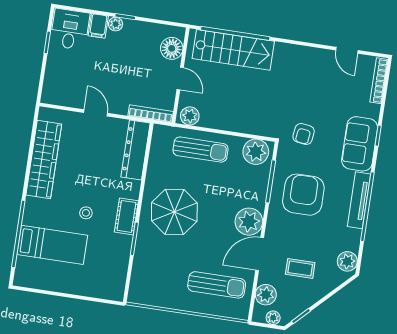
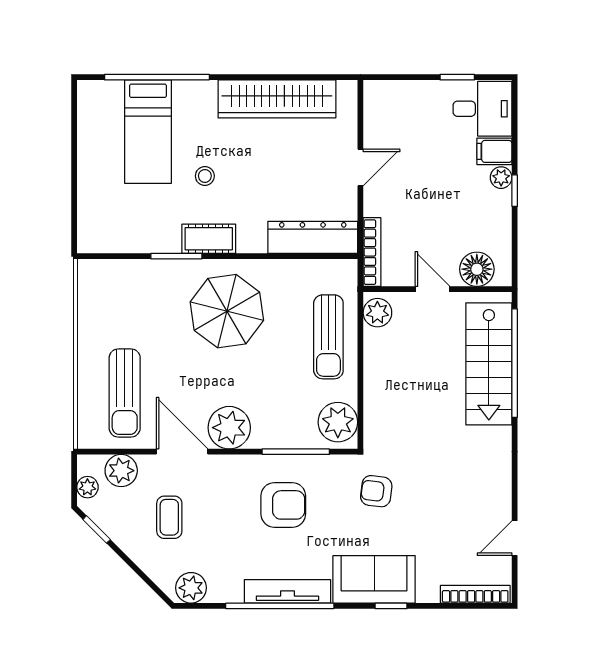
door: (180, 79) -> (433, 289), swing flipped
armchair: (303, 195) -> (283, 505), width x0.73, depth x0.73

